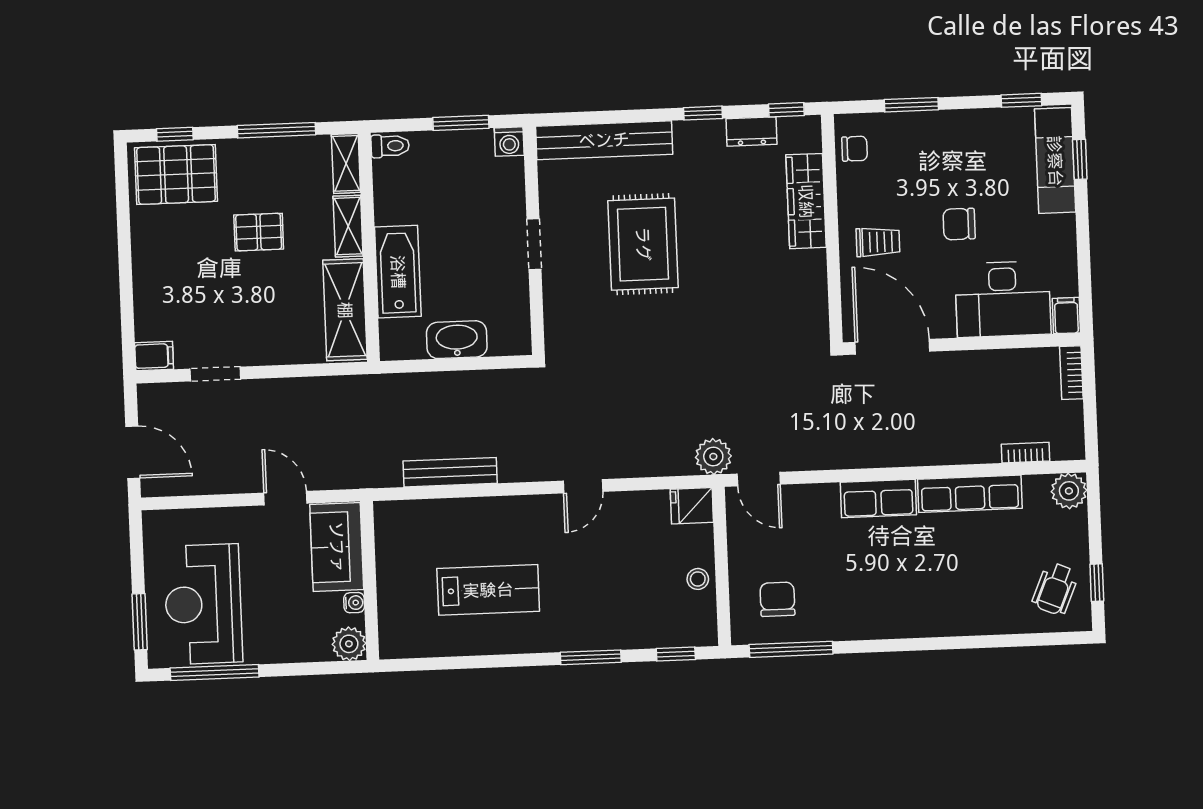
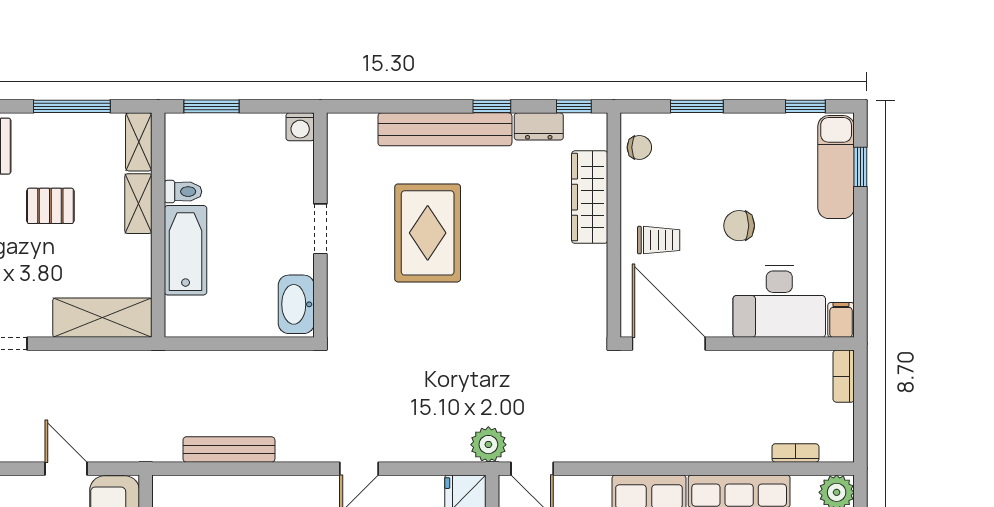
window: (461, 123) -> (212, 106), moved
bench: (604, 140) -> (445, 129), moved
toilet: (390, 146) -> (183, 192), moved
shelving: (345, 310) -> (102, 318), moved, turned 90
washbasin: (457, 340) -> (296, 304), moved, turned -90

